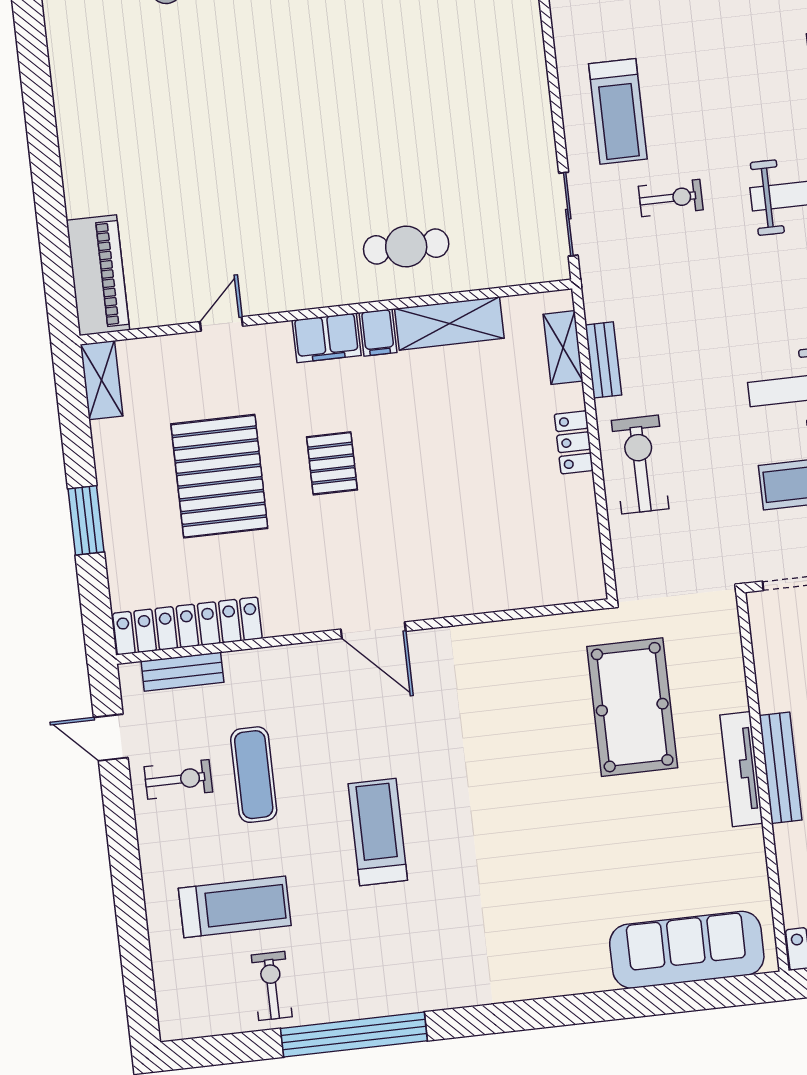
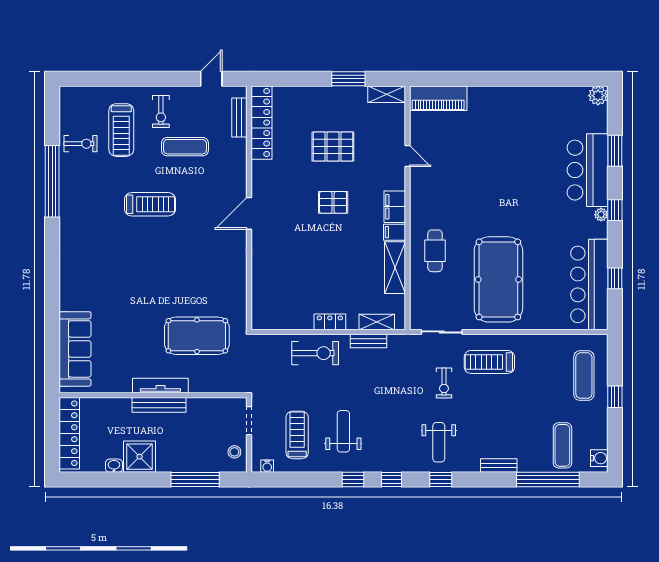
pool table: (449, 112) -> (498, 279), added
pallet: (219, 476) -> (333, 147), width x0.73, depth x0.71
window: (86, 520) -> (348, 79), moved
exercise bike: (178, 779) -> (161, 112), moved

